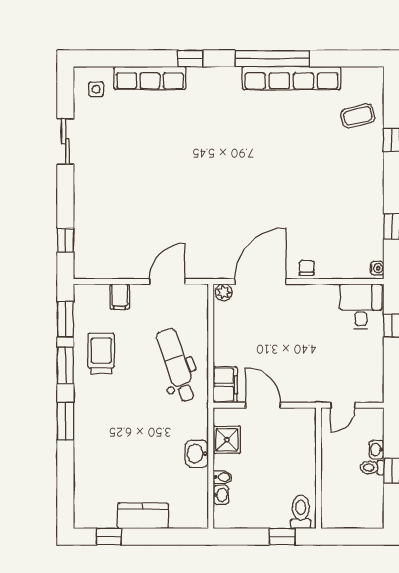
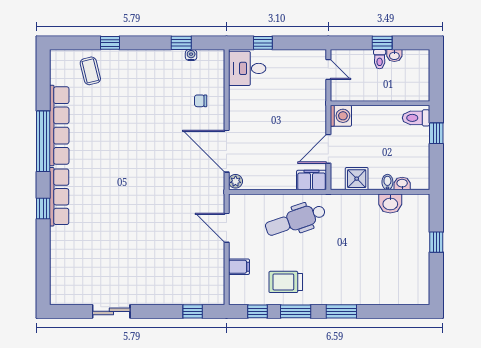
row of seats: (150, 78) -> (59, 197), moved
side table: (96, 89) -> (69, 286), removed
chair: (307, 268) -> (201, 101), moved
water cooler: (377, 268) -> (191, 55), moved
window: (65, 319) -> (258, 311), width x0.67
door: (343, 405) -> (328, 70), moved
washing machine: (303, 420) -> (341, 116), added
washbasin: (377, 450) -> (394, 56), moved
washbasin: (197, 454) -> (390, 203), moved
kitchen counter: (143, 516) -> (419, 248), removed
window: (109, 537) -> (436, 242), moved

